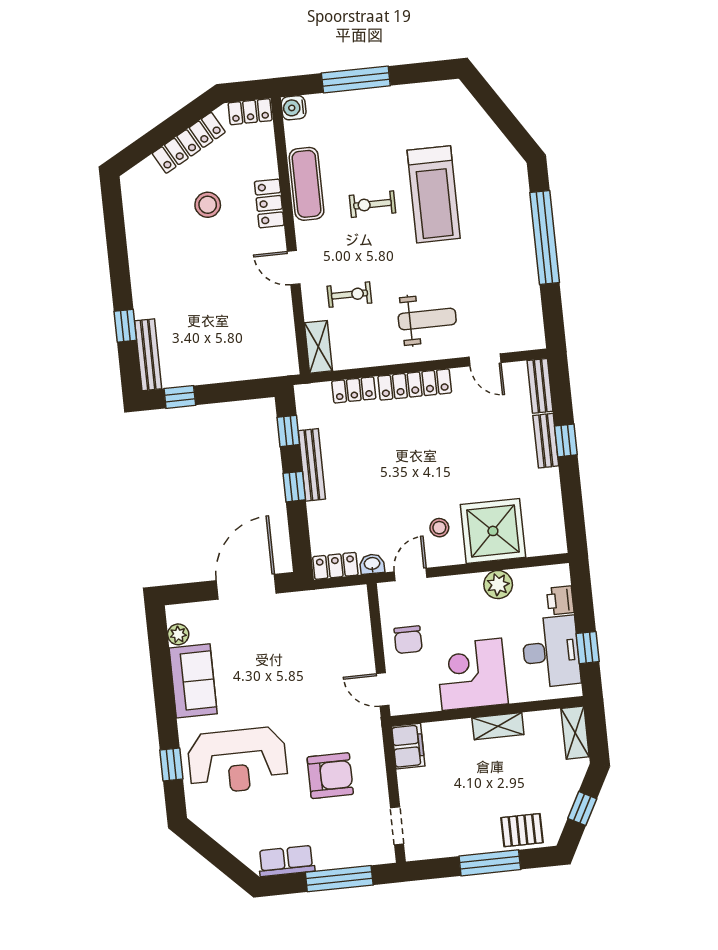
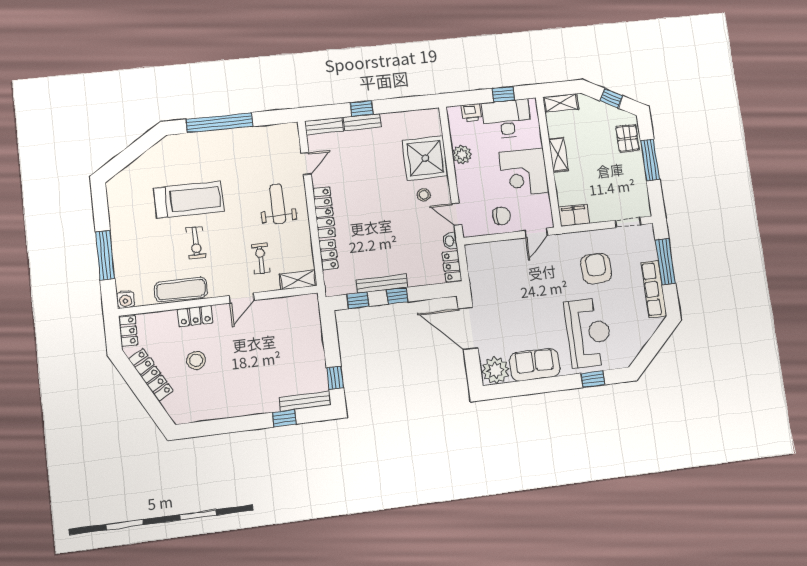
plant: (178, 634) -> (496, 370), width x1.87, depth x1.87
row of seats: (286, 861) -> (654, 289), width x1.48

